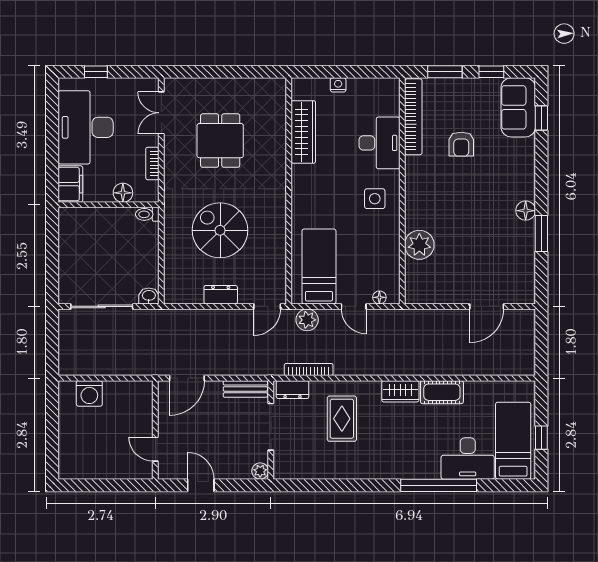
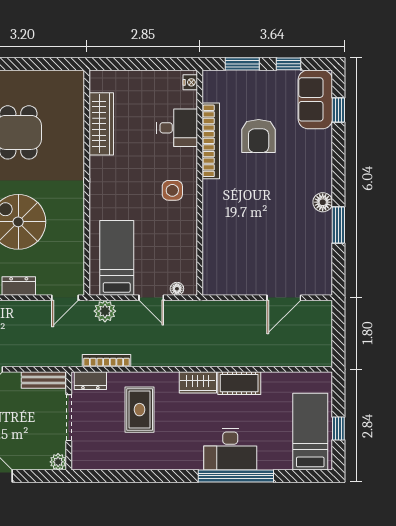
nightstand: (338, 85) -> (190, 82), moved, turned 90
bookcase: (413, 117) -> (211, 141), moved
desk: (380, 143) -> (177, 128), width x0.73
armchair: (461, 144) -> (259, 136), width x1.38, depth x1.38
plant: (419, 245) -> (217, 236), removed
desk: (468, 459) -> (230, 449), moved

